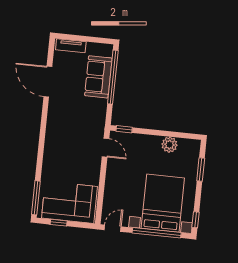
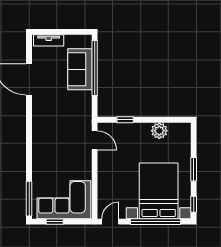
window: (124, 129) -> (125, 120), moved
window: (201, 169) -> (194, 169), moved

